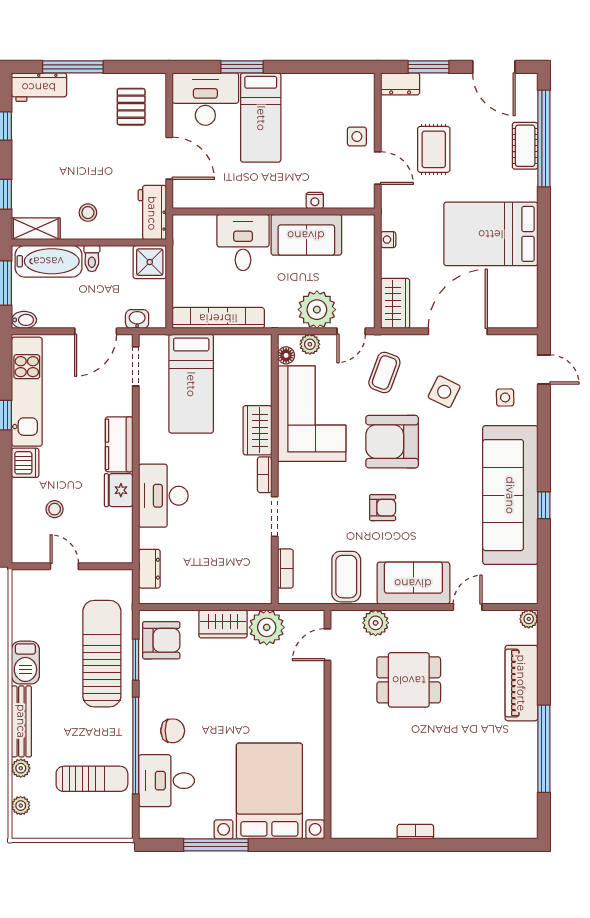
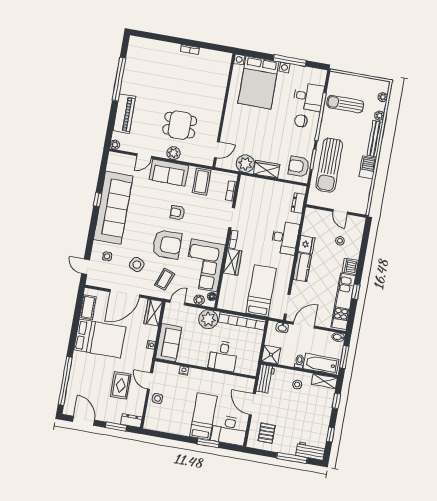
cot: (525, 146) -> (88, 307), moved
sofa: (306, 235) -> (169, 343), moved, turned 90
plant: (317, 310) -> (208, 319), moved
plant: (376, 623) -> (173, 153), moved

